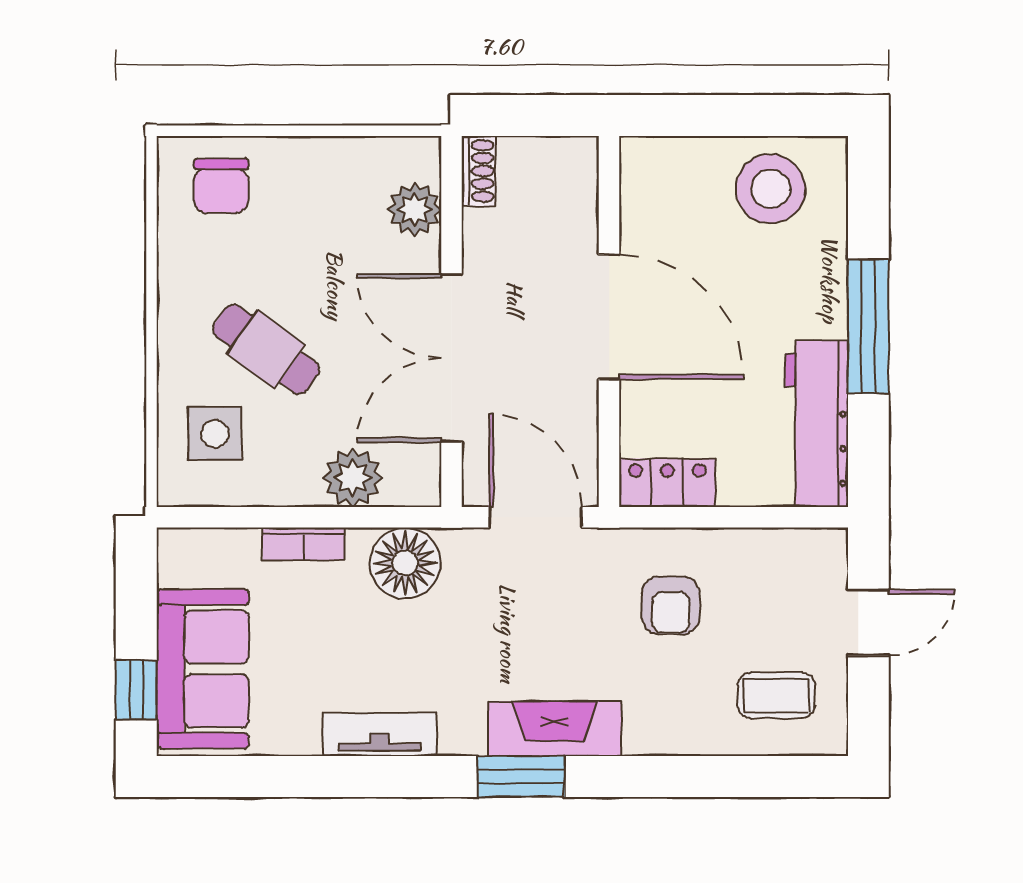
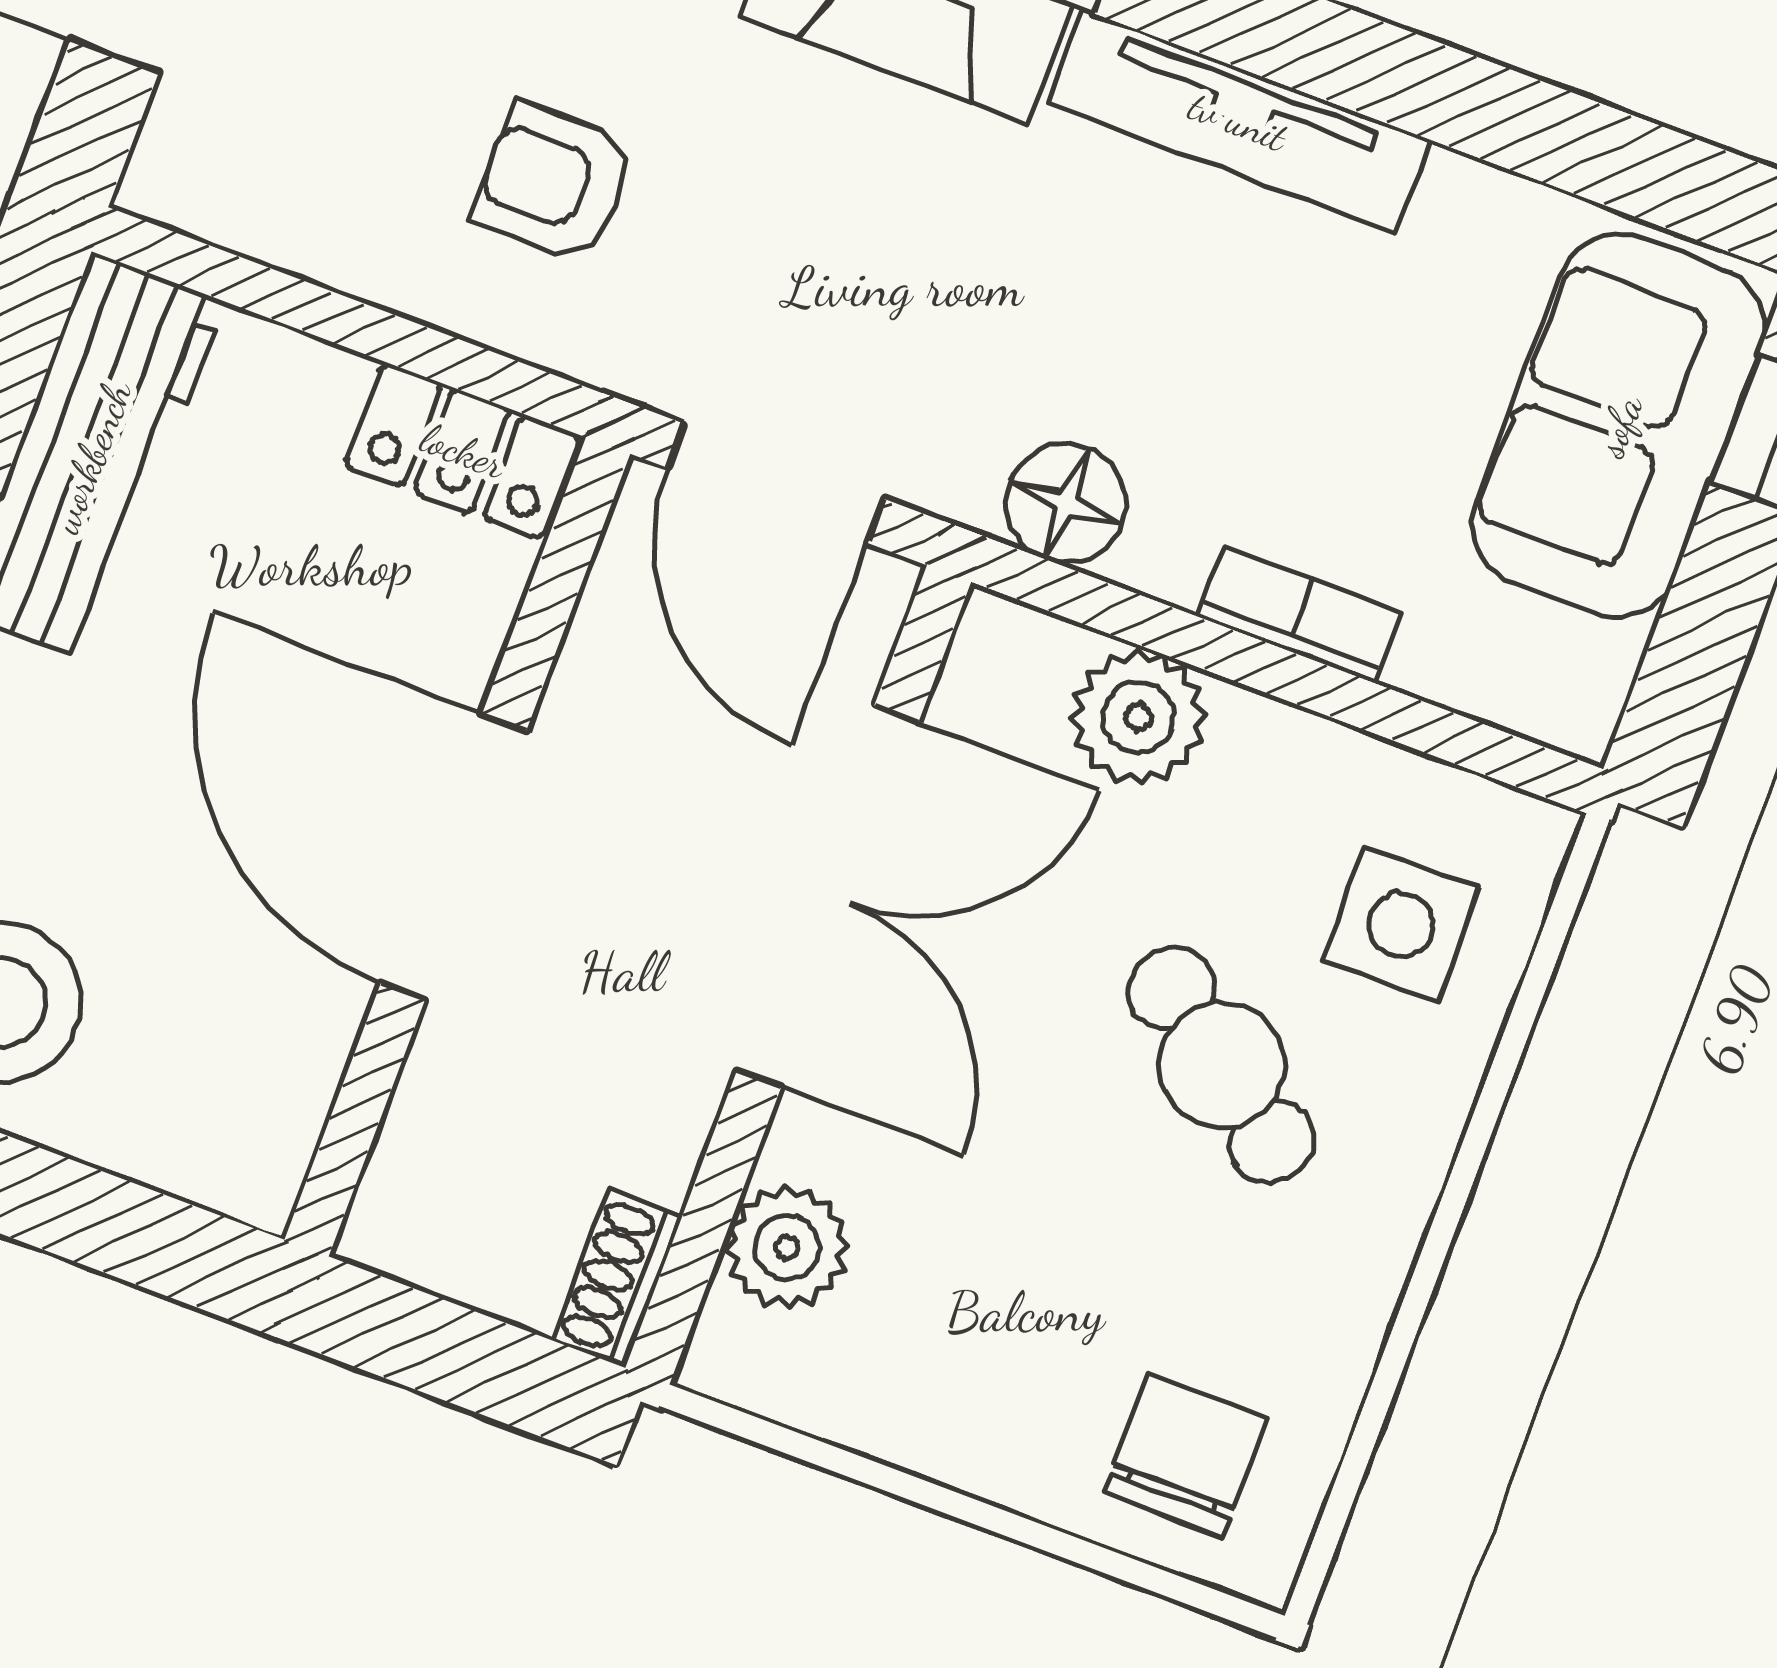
floor lamp: (405, 563) -> (1066, 504), width x0.73, depth x0.73
armchair: (671, 605) -> (555, 183), turned -90
tv unit: (380, 734) -> (1238, 121), width x1.41

